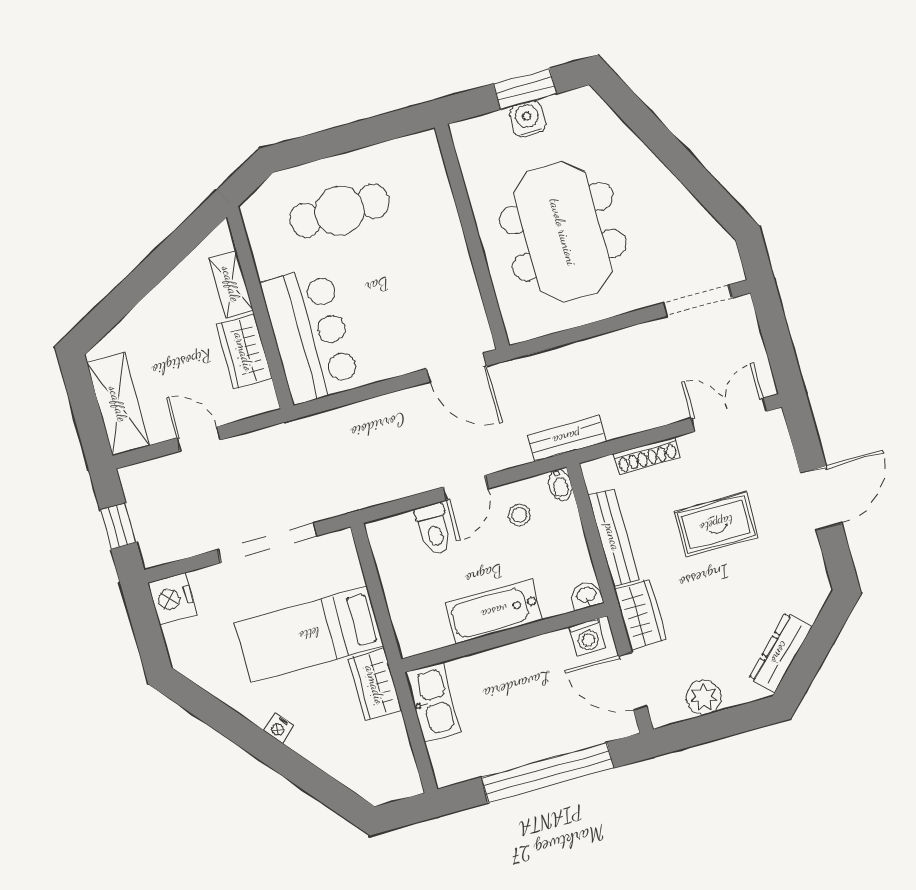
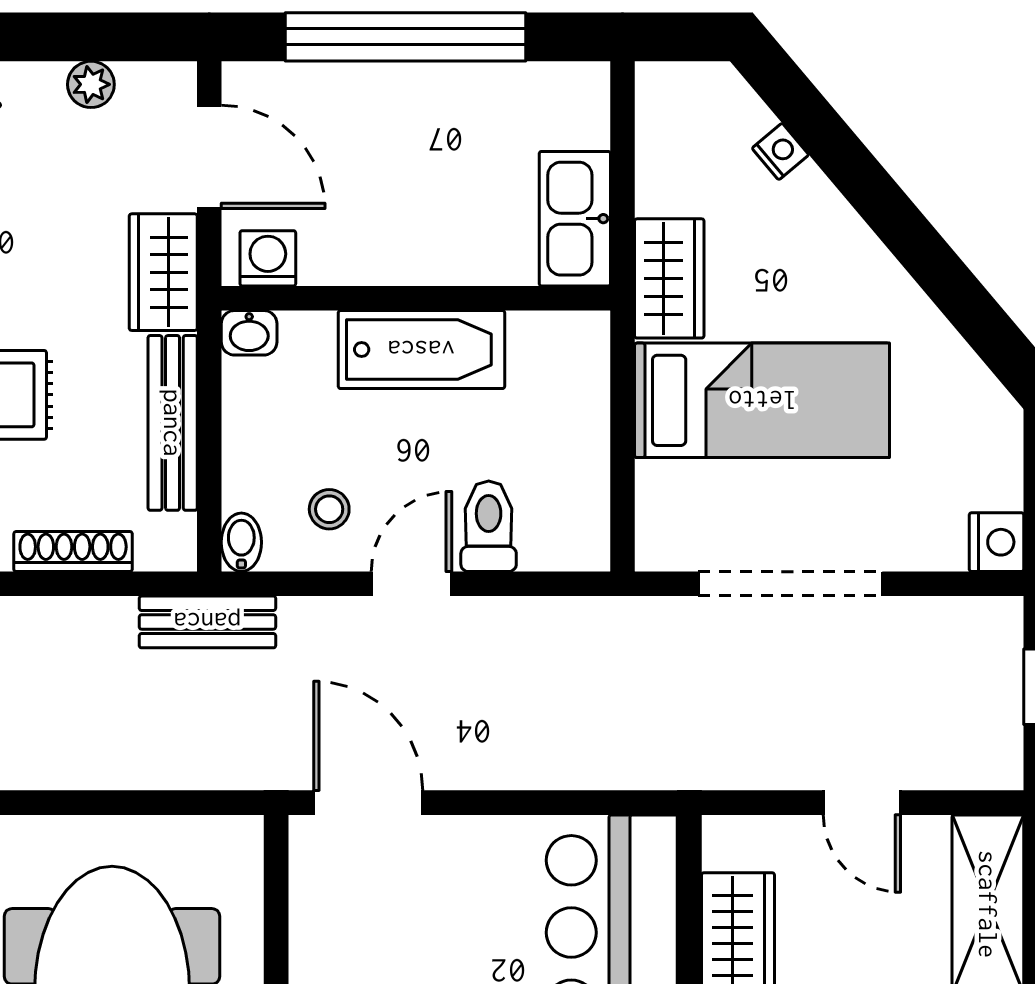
nightstand: (172, 599) -> (996, 542), width x0.74, depth x0.75
plant: (704, 698) -> (91, 84), width x0.73, depth x0.73
nightstand: (279, 728) -> (780, 152), moved

